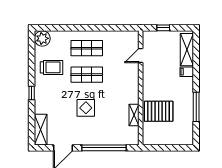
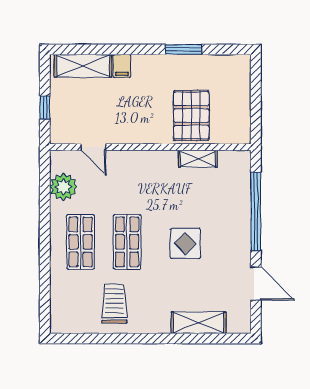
plant: (42, 38) -> (63, 187), moved
window: (32, 93) -> (159, 339), removed
window: (196, 107) -> (184, 49), width x0.69
shelving: (41, 130) -> (199, 323), moved

